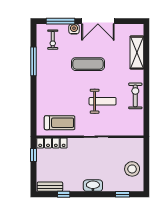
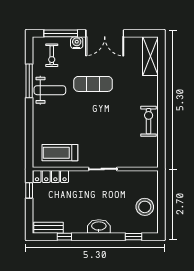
shelving: (137, 53) -> (150, 56), moved
weight bench: (103, 101) -> (50, 90), moved
treadmill: (60, 123) -> (60, 153), turned 180

